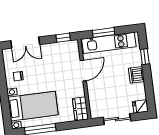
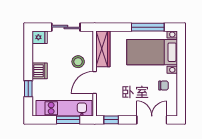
stool: (101, 88) -> (78, 62), added
wardrobe: (80, 109) -> (103, 49), width x1.50

